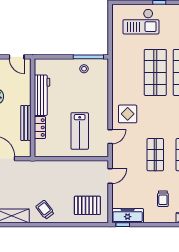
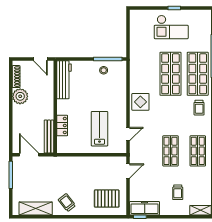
checkout: (141, 22) -> (171, 27), moved
workbench: (42, 95) -> (64, 80), moved
display table: (128, 114) -> (140, 102), moved
bench: (26, 123) -> (49, 136), moved
lab bench: (80, 131) -> (99, 129), turned 180

